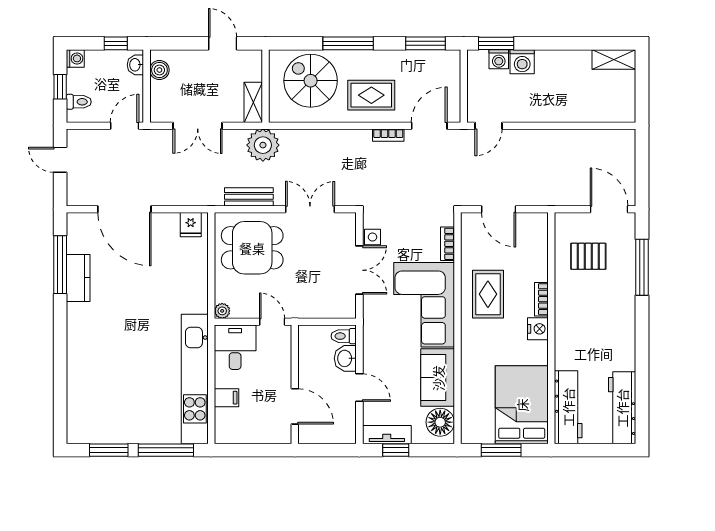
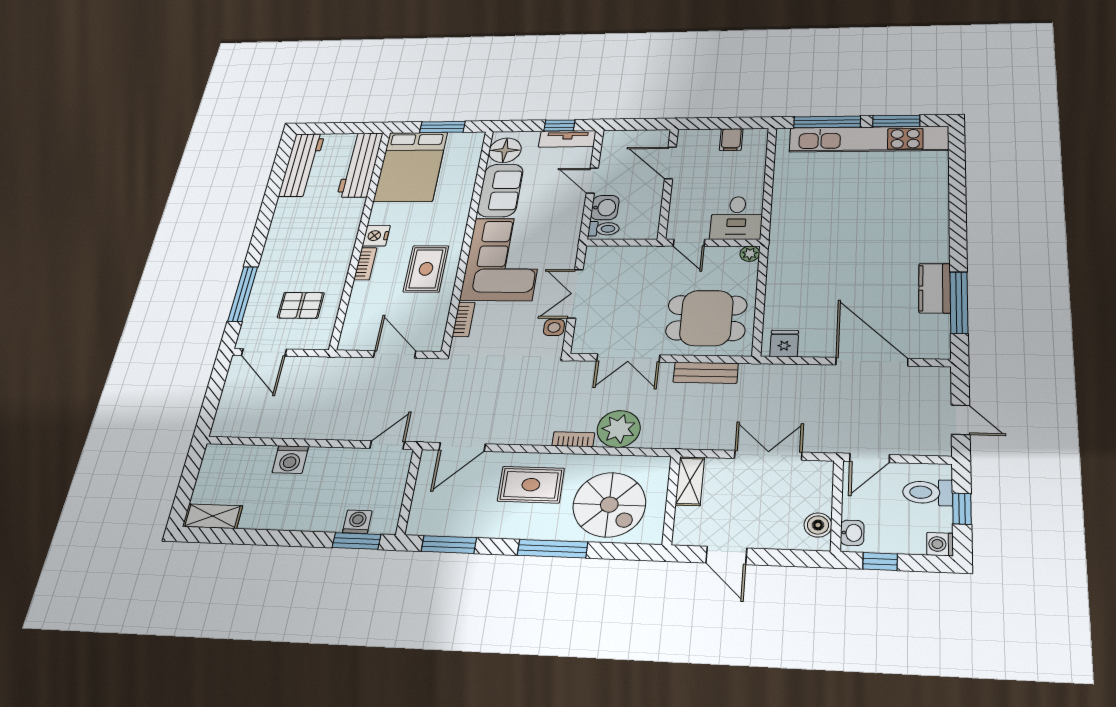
washing machine: (522, 62) -> (290, 460), moved, turned 180
toilet: (79, 102) -> (928, 492), width x1.37, depth x1.39
bookcase: (388, 135) -> (573, 439), moved
plant: (263, 145) -> (619, 429), moved
kitchen unit: (195, 379) -> (869, 139), moved, turned 90
filing cabinet: (227, 398) -> (731, 140), moved, turned -90

